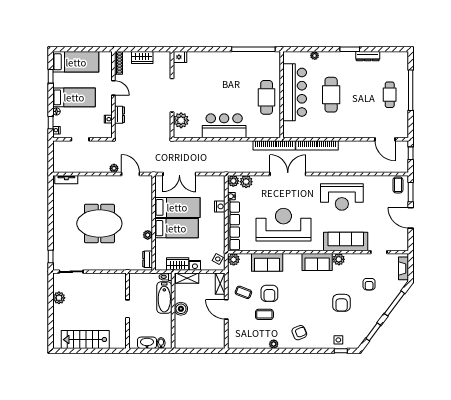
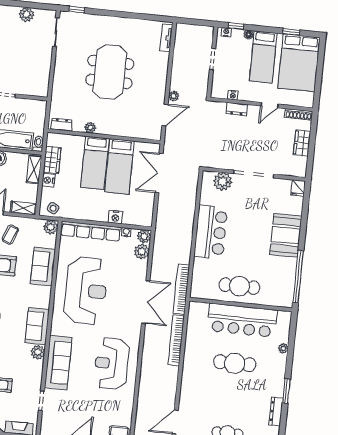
bed: (76, 62) -> (299, 63), width x1.50
booth: (220, 63) -> (286, 235), added

